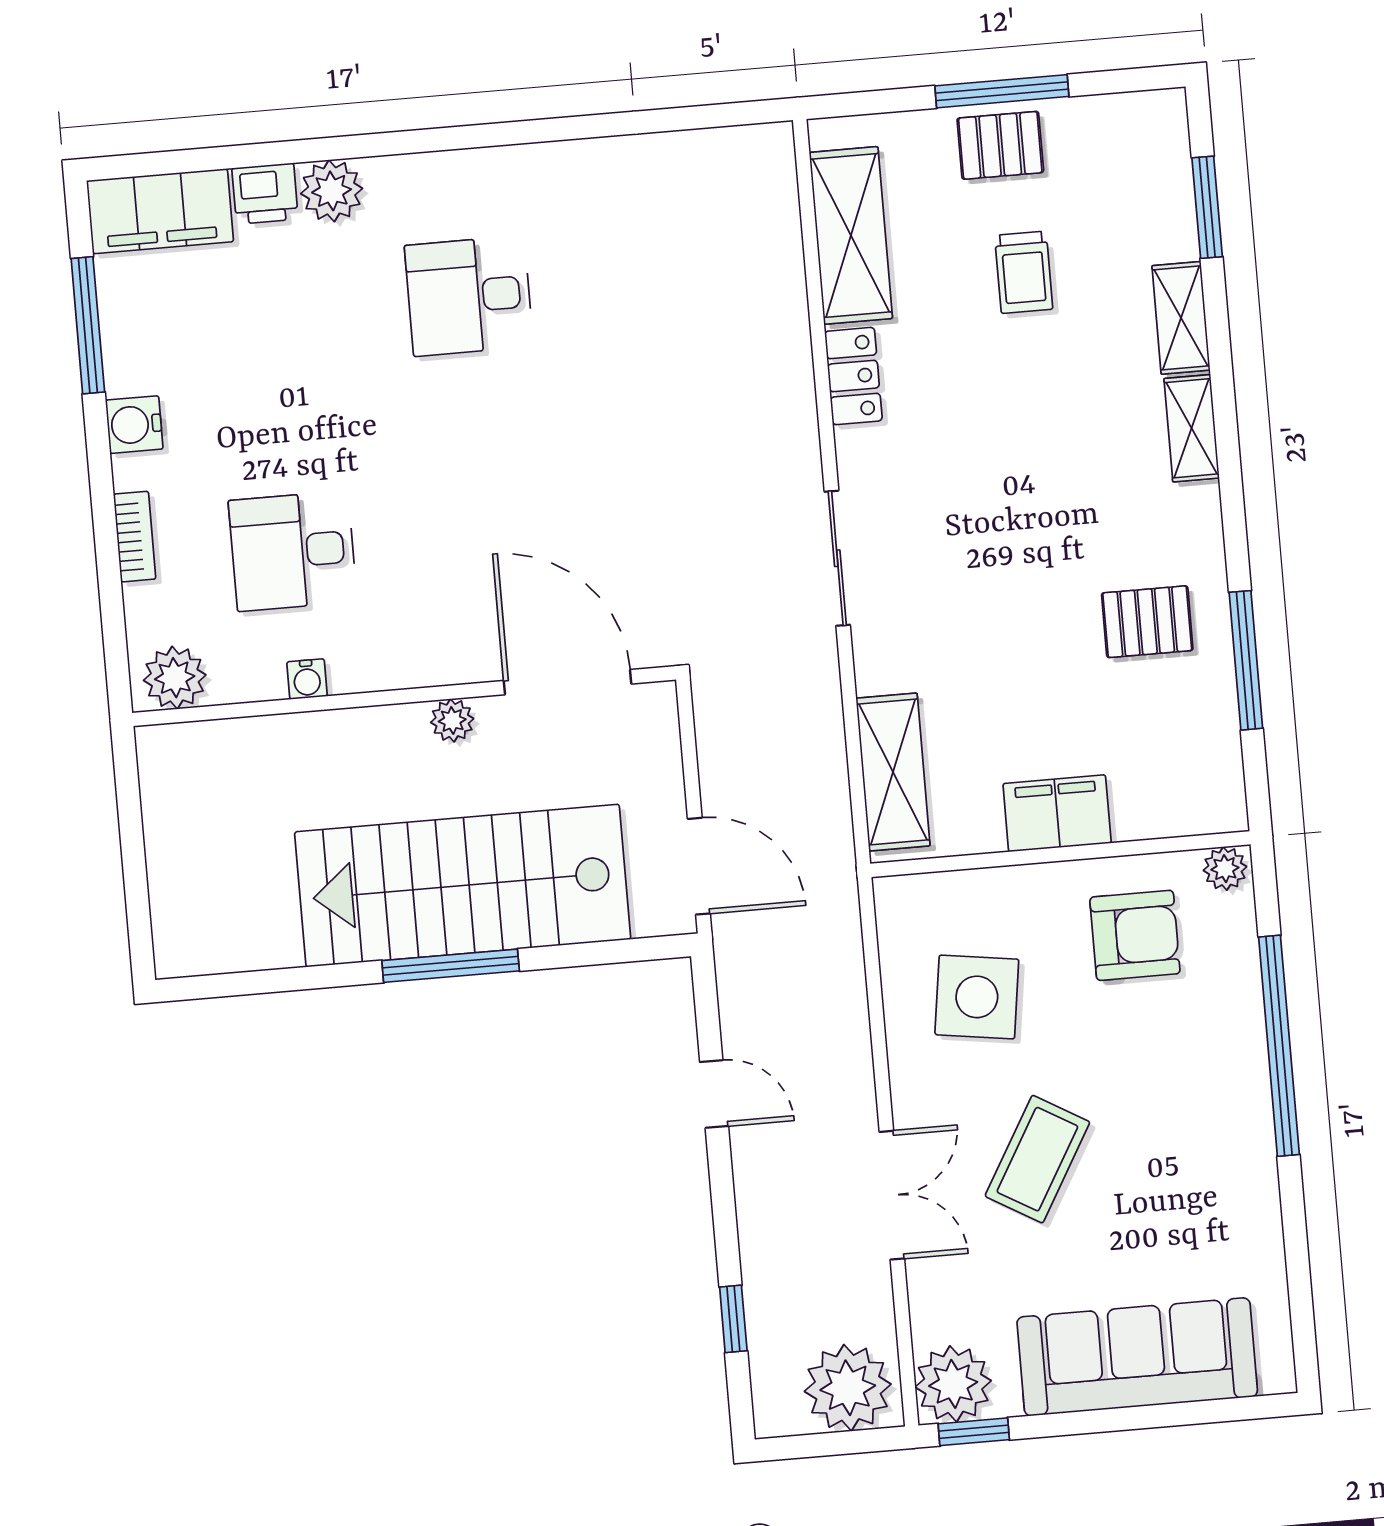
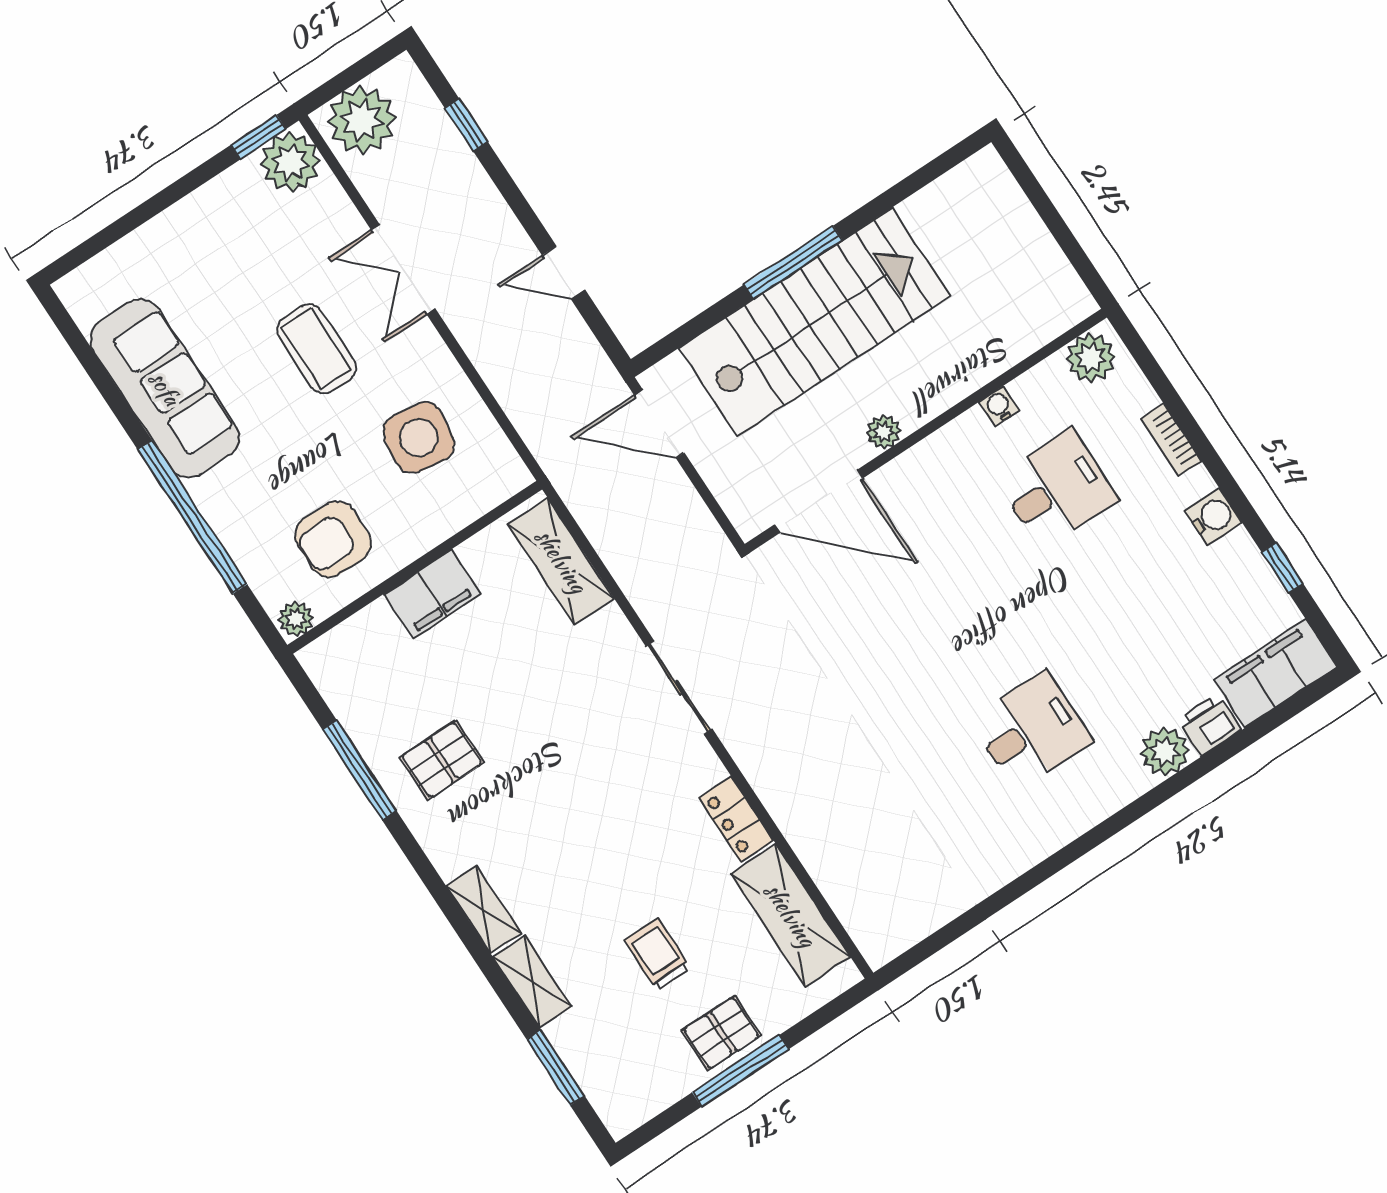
window: (88, 325) -> (1282, 568), width x0.46
coffee table: (1037, 1159) -> (316, 349), turned -30
sofa: (1137, 1357) -> (165, 388), moved, turned -90

